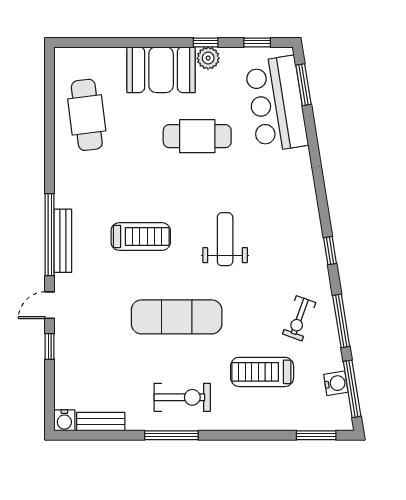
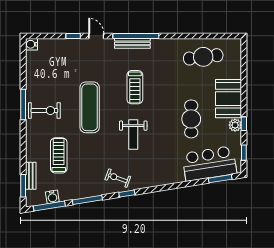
weight bench: (225, 239) -> (133, 135), turned 90
exercise bike: (299, 318) -> (118, 178), moved
exercise bike: (182, 397) -> (44, 110), turned -90
bench: (101, 422) -> (31, 176), moved

